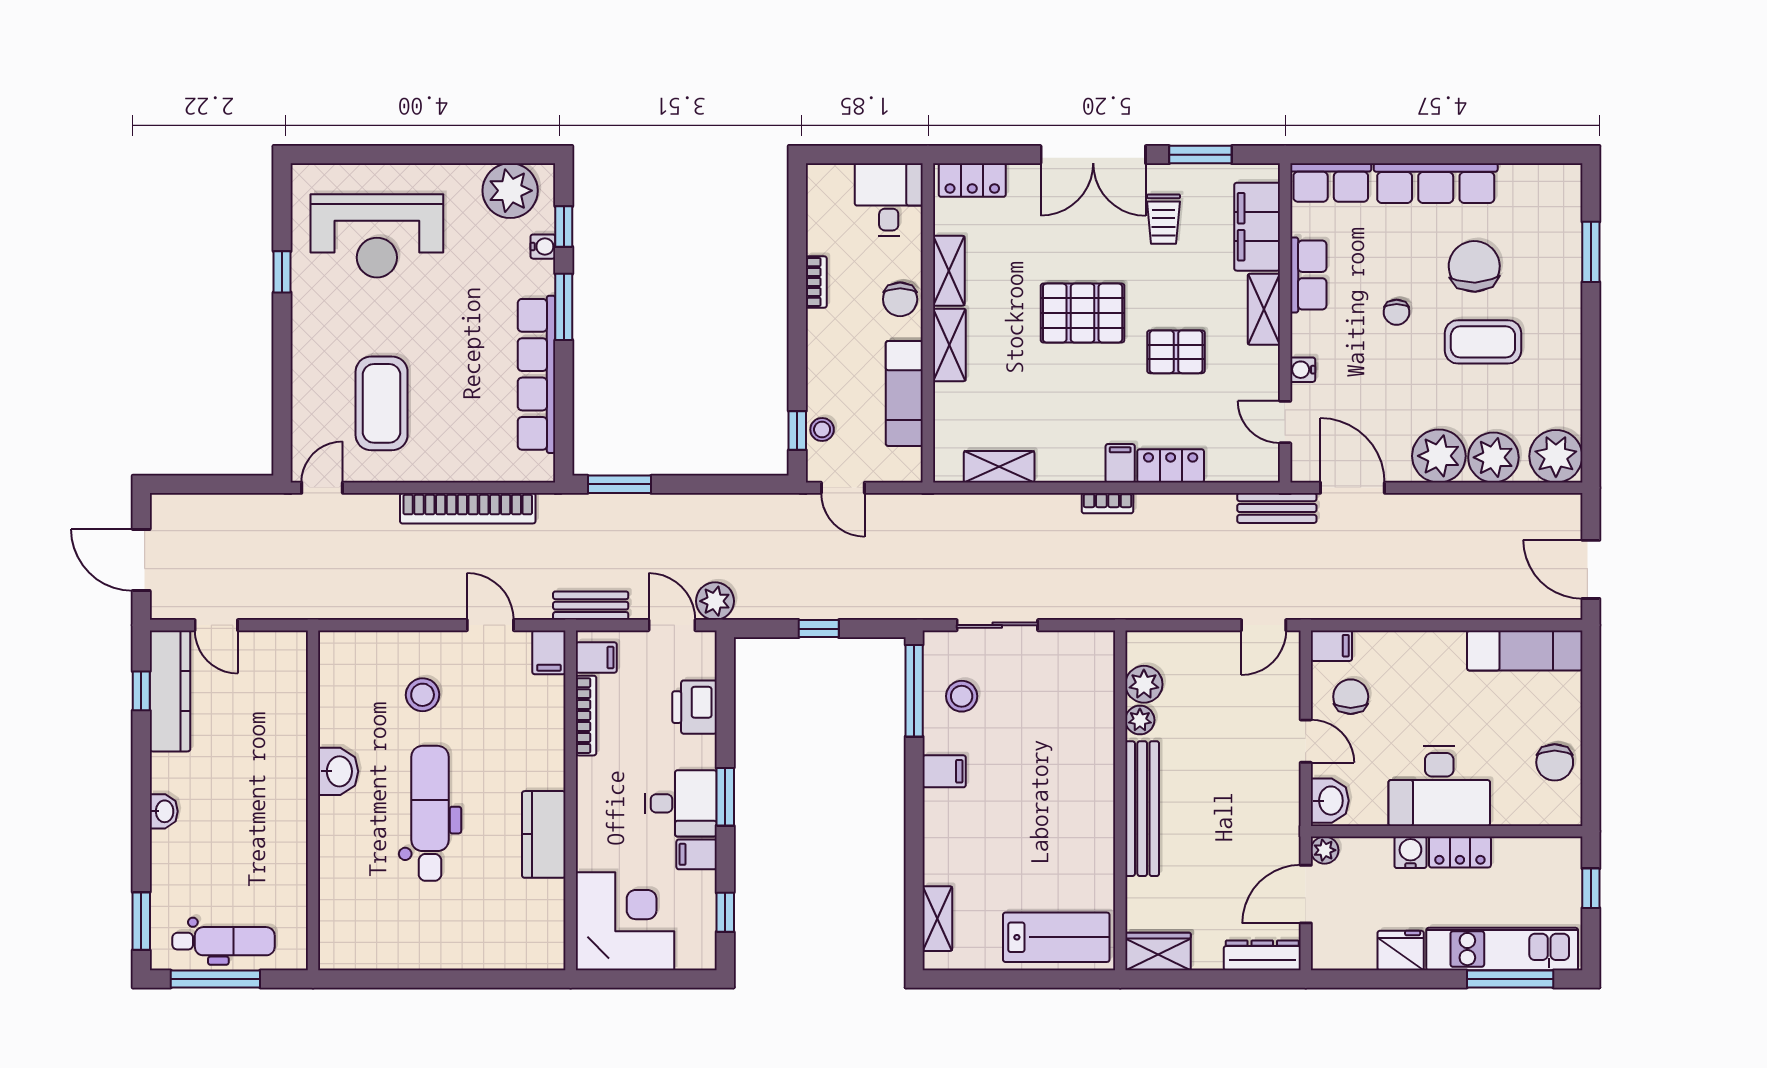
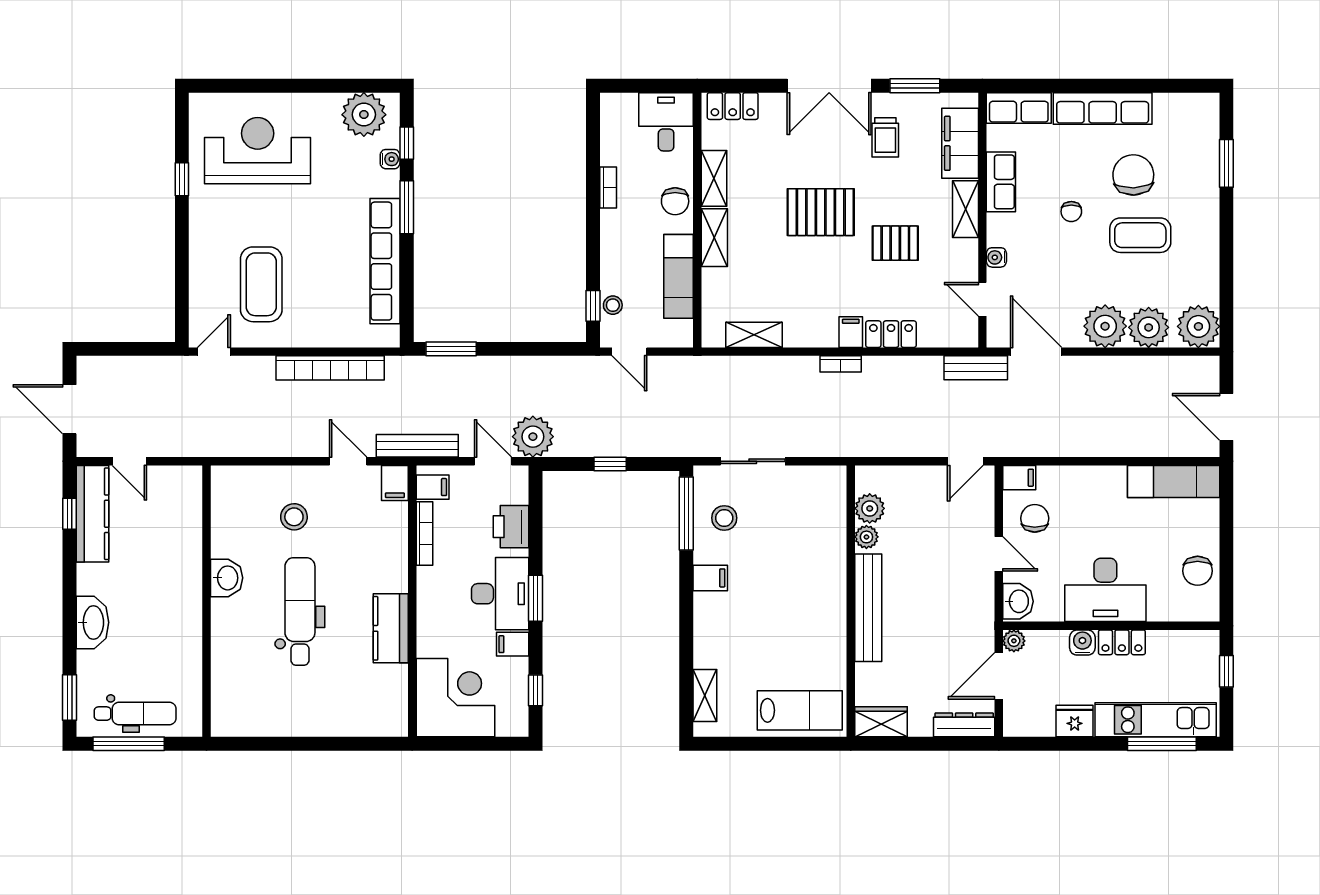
reception desk: (377, 236) -> (258, 151), turned 180
plant: (715, 601) -> (533, 437), width x1.36, depth x1.36
bench: (591, 606) -> (417, 446), width x1.36
desk: (681, 803) -> (500, 594), width x1.37
washbasin: (164, 811) -> (92, 622), width x1.91, depth x1.45

